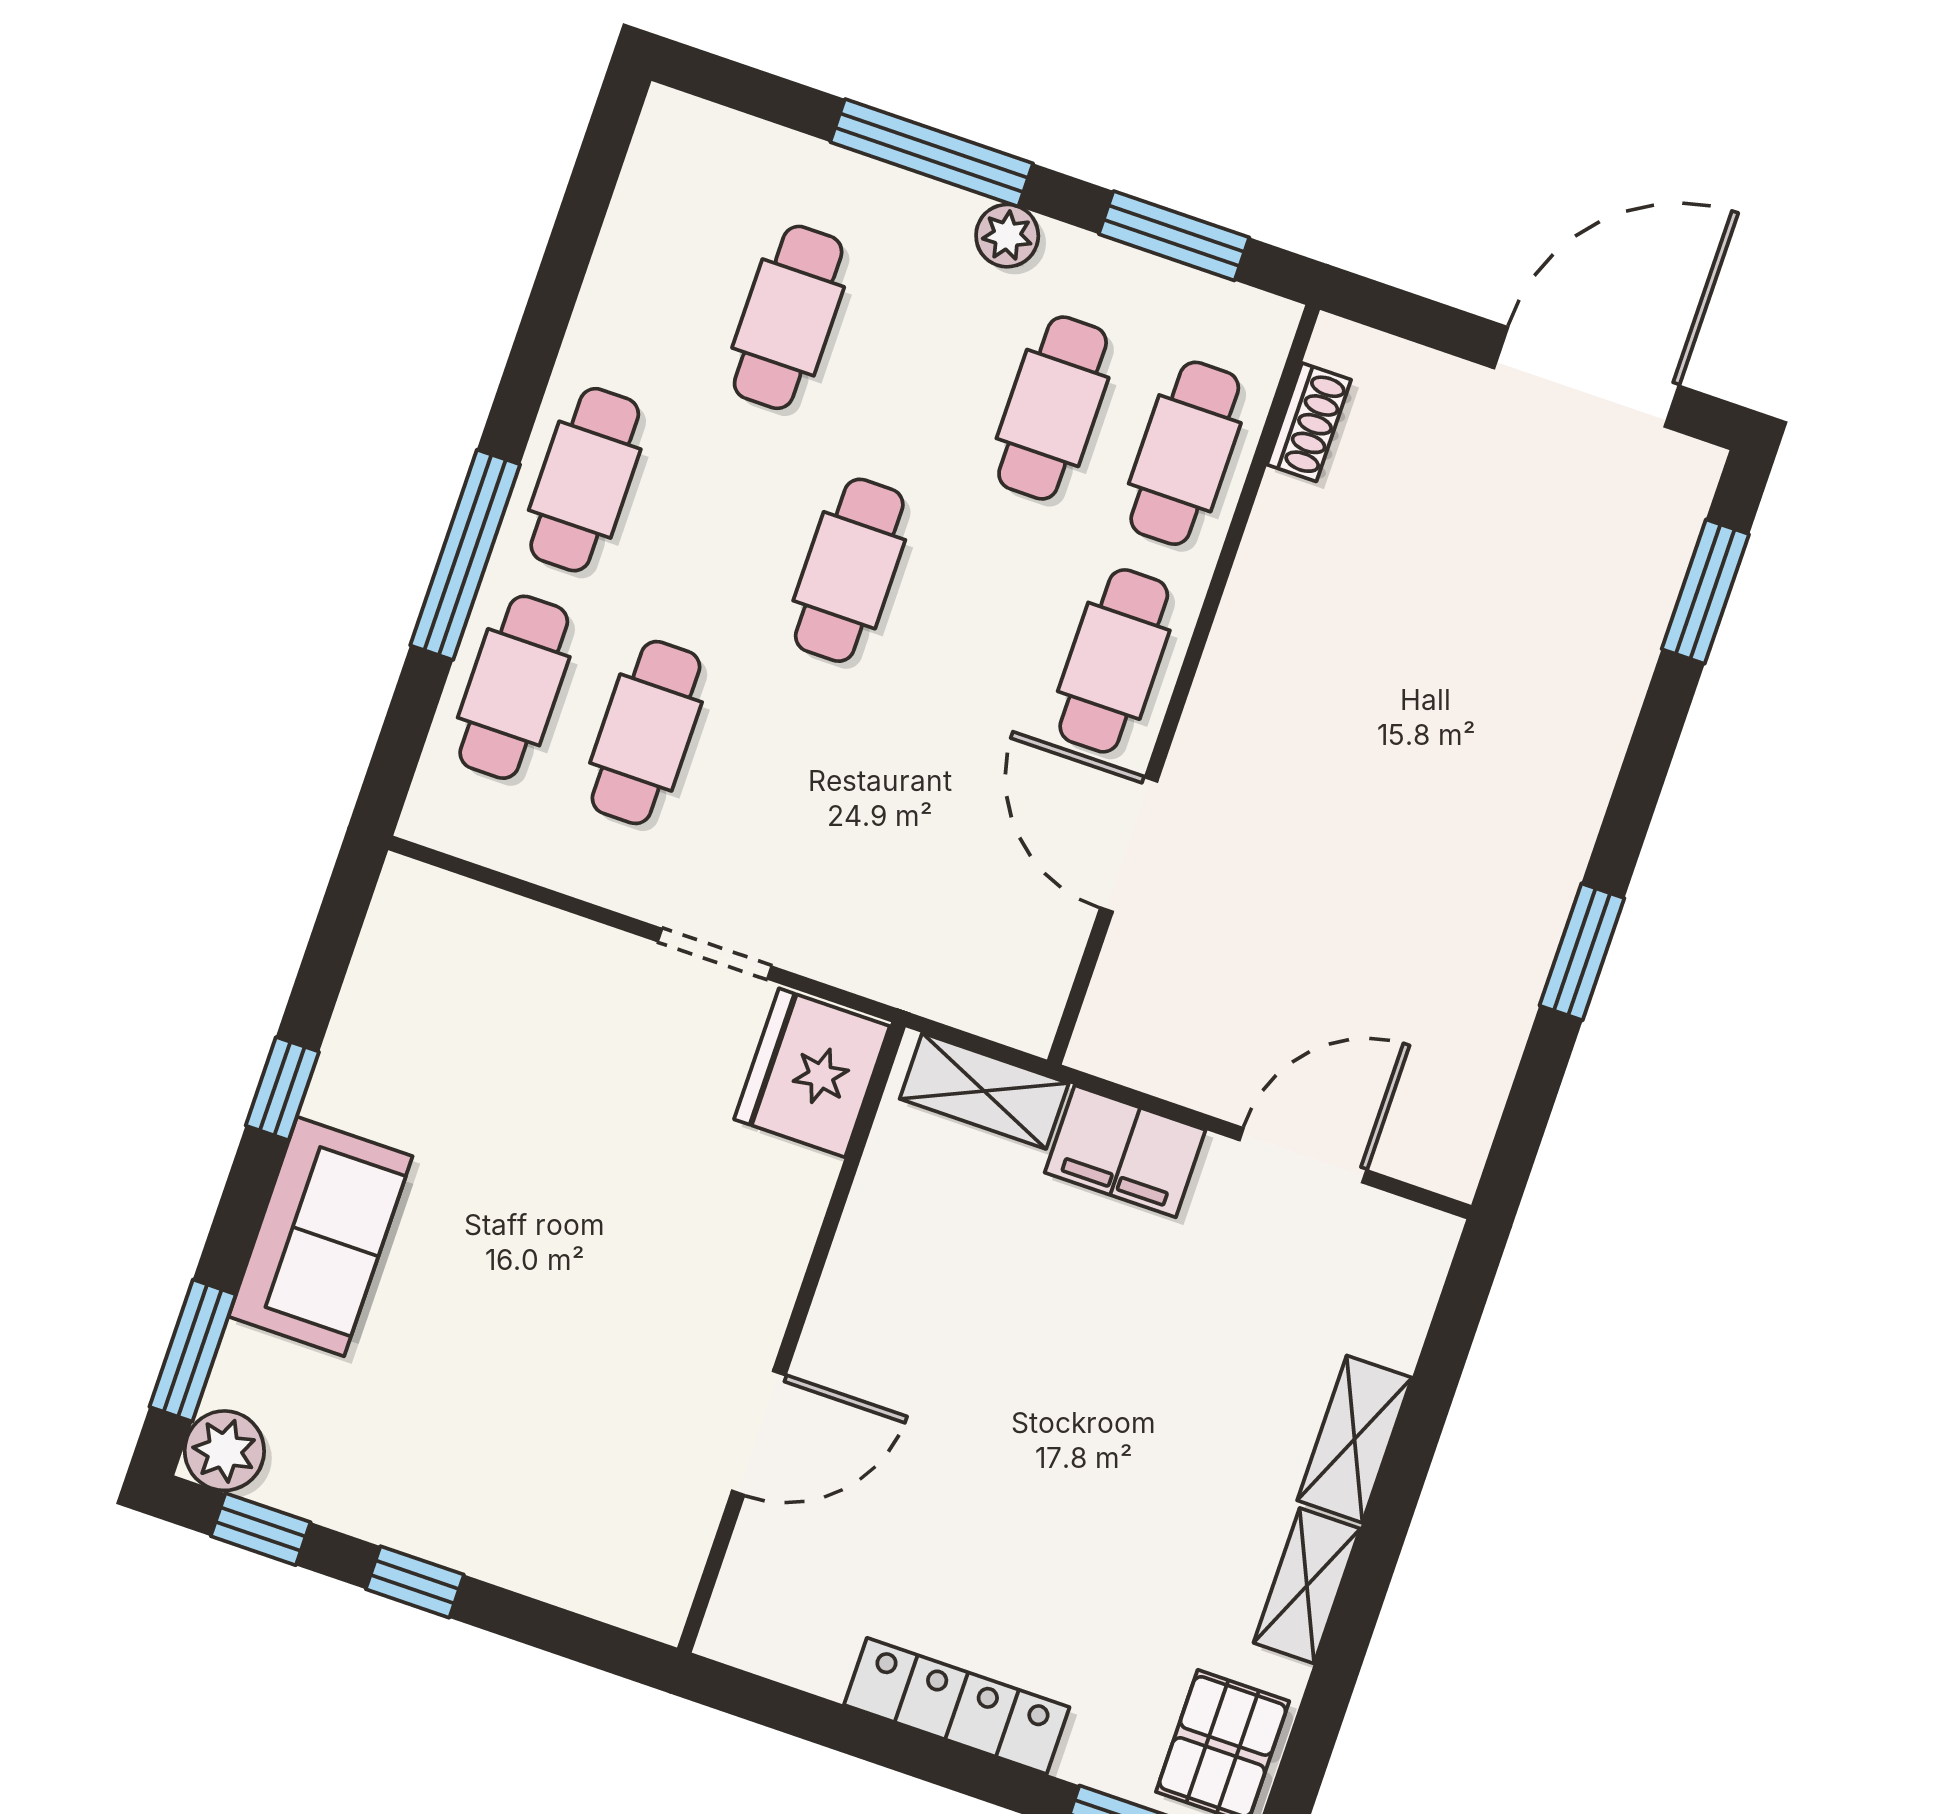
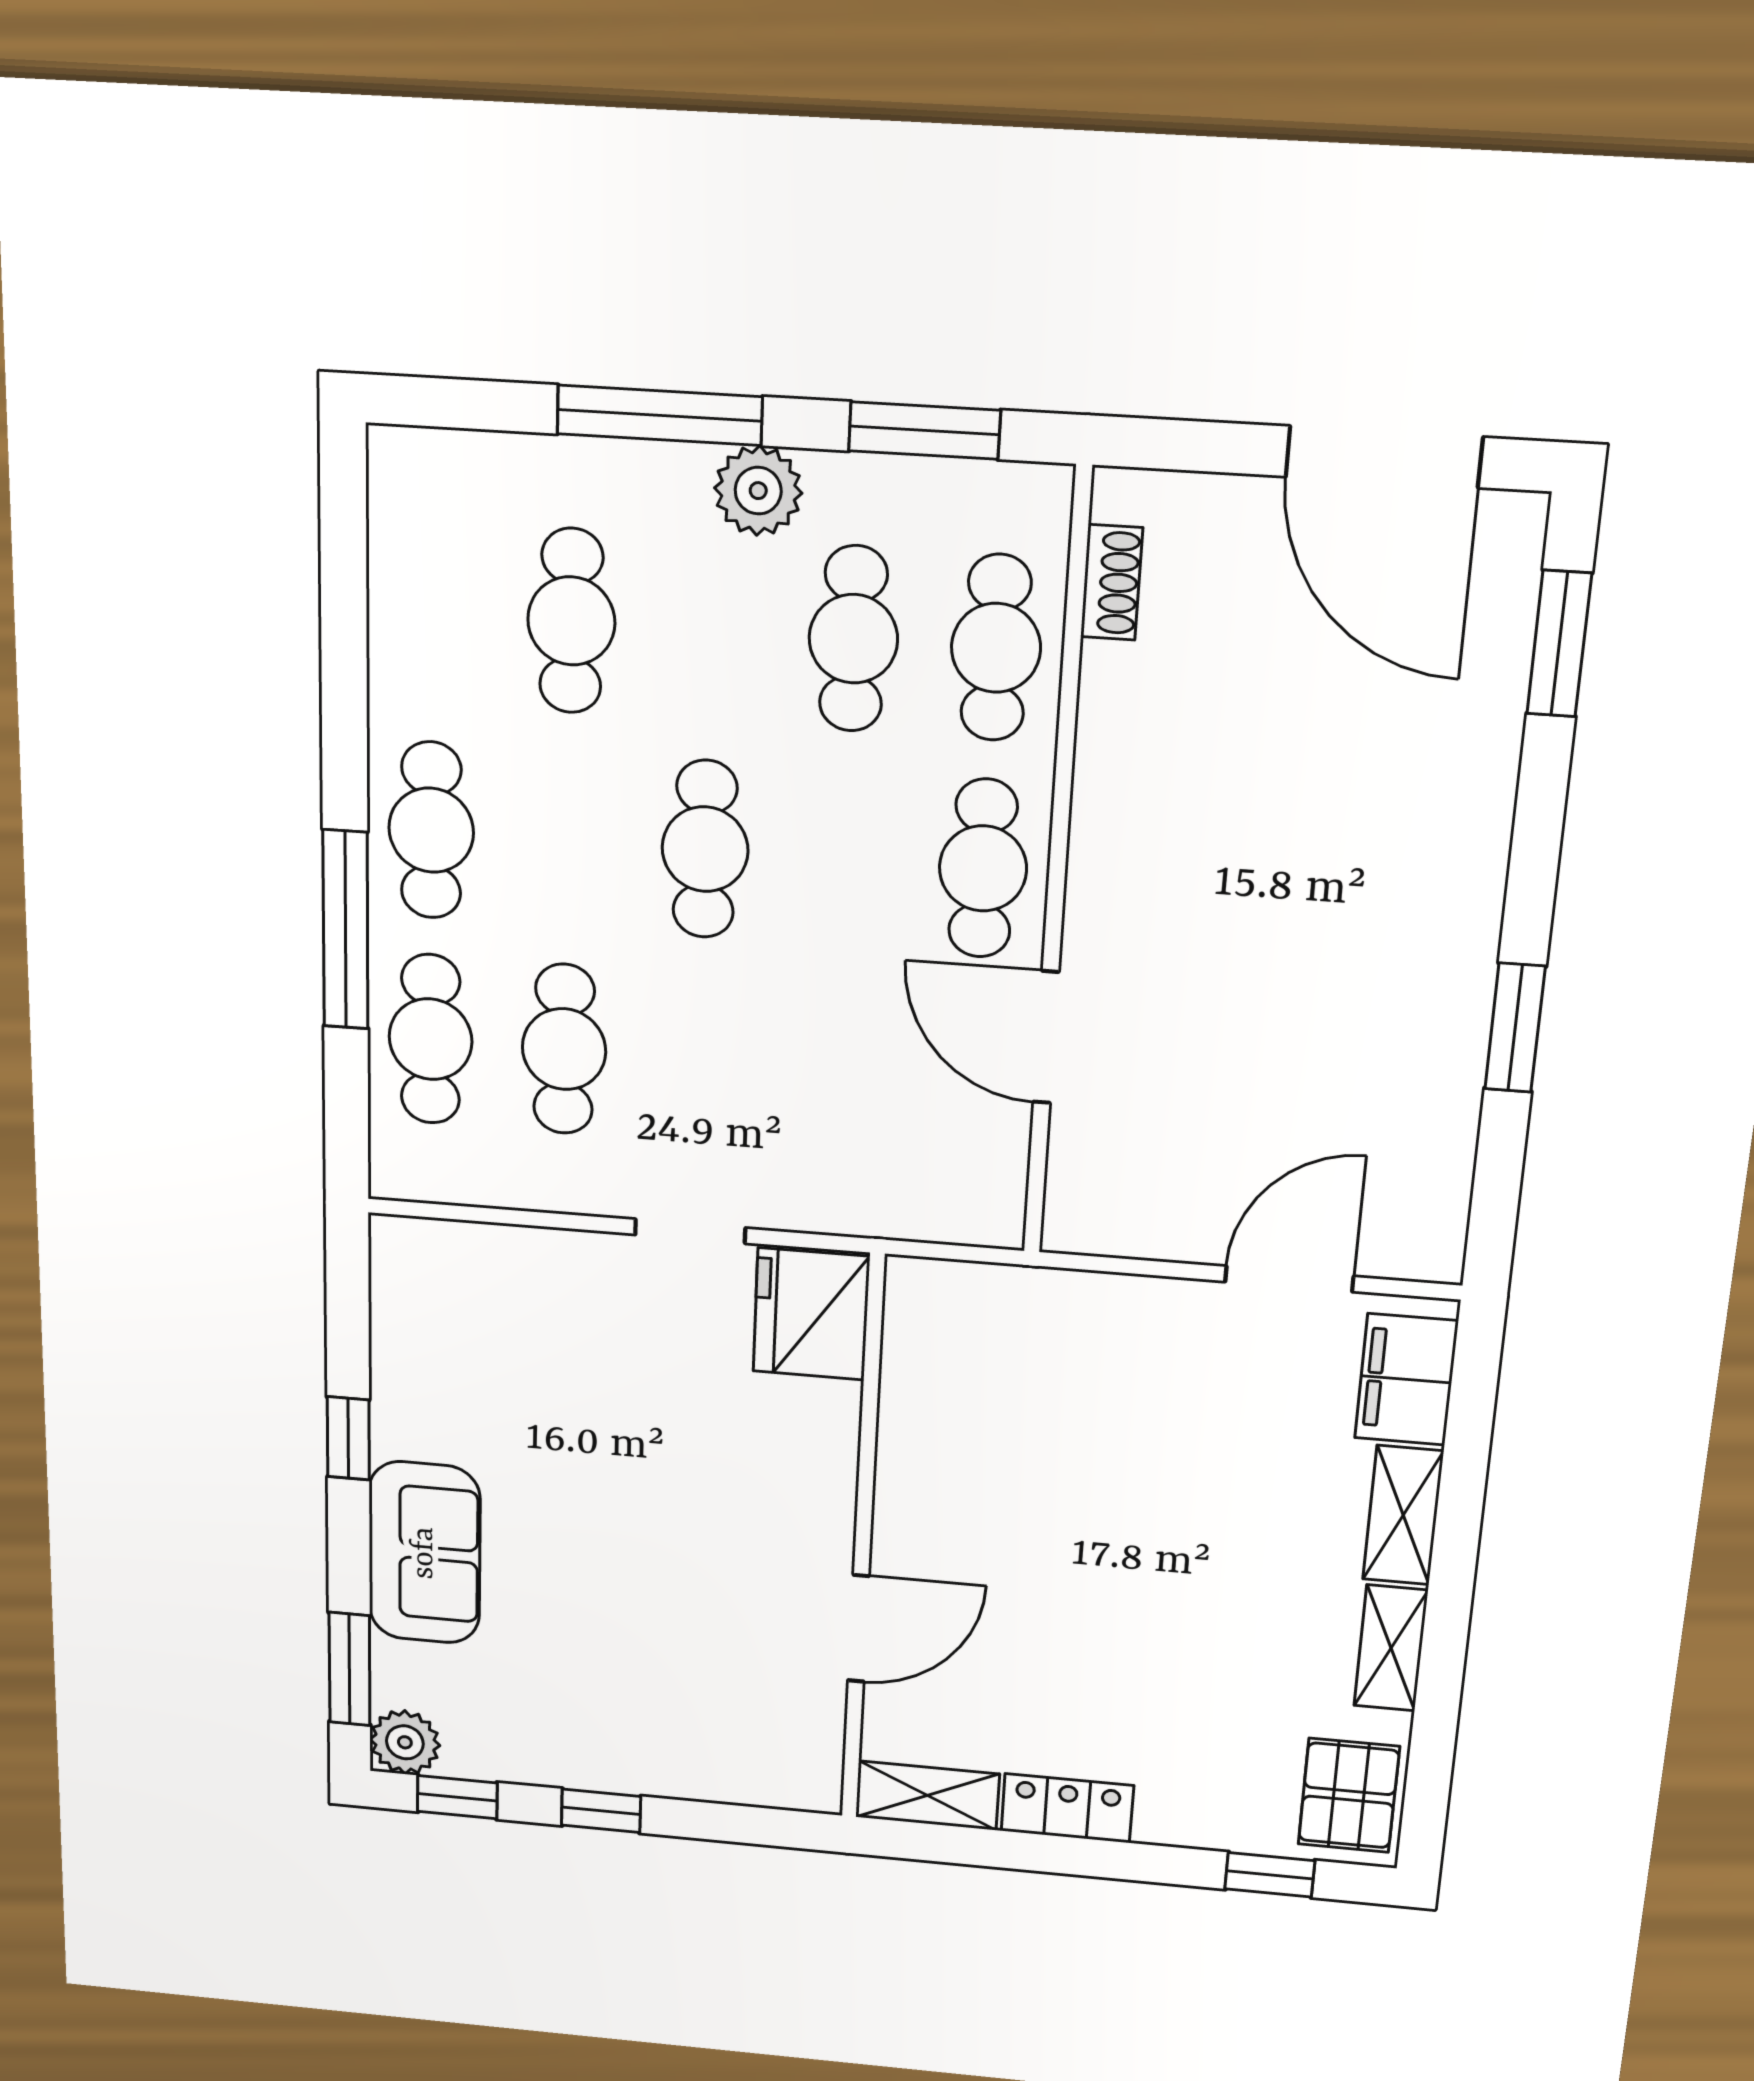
plant: (1007, 236) -> (758, 491), width x1.38, depth x1.38
door: (1586, 377) -> (1384, 457), swing flipped
shelving: (984, 1091) -> (927, 1795), moved
filing cabinet: (1125, 1151) -> (1406, 1380), moved, turned 90
locker: (957, 1706) -> (1067, 1808), width x0.66

